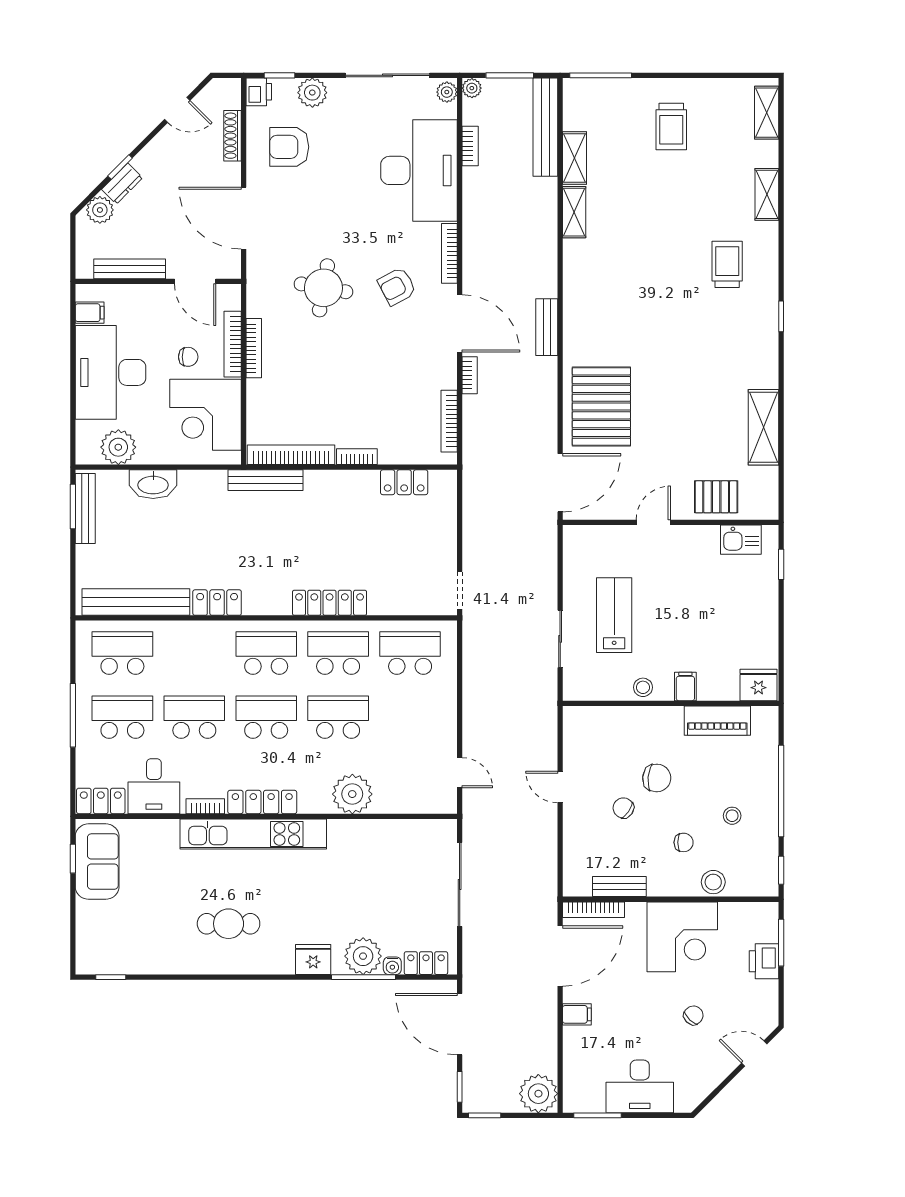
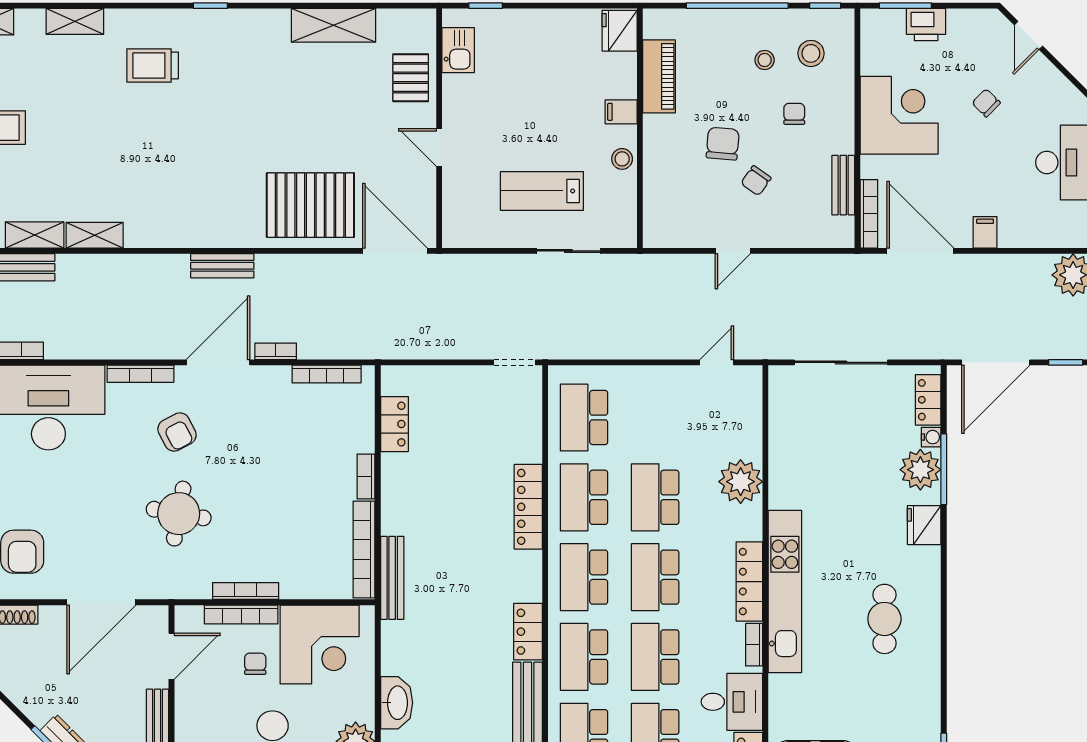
school desk: (194, 653) -> (584, 657), added
stool: (713, 882) -> (811, 53), moved

